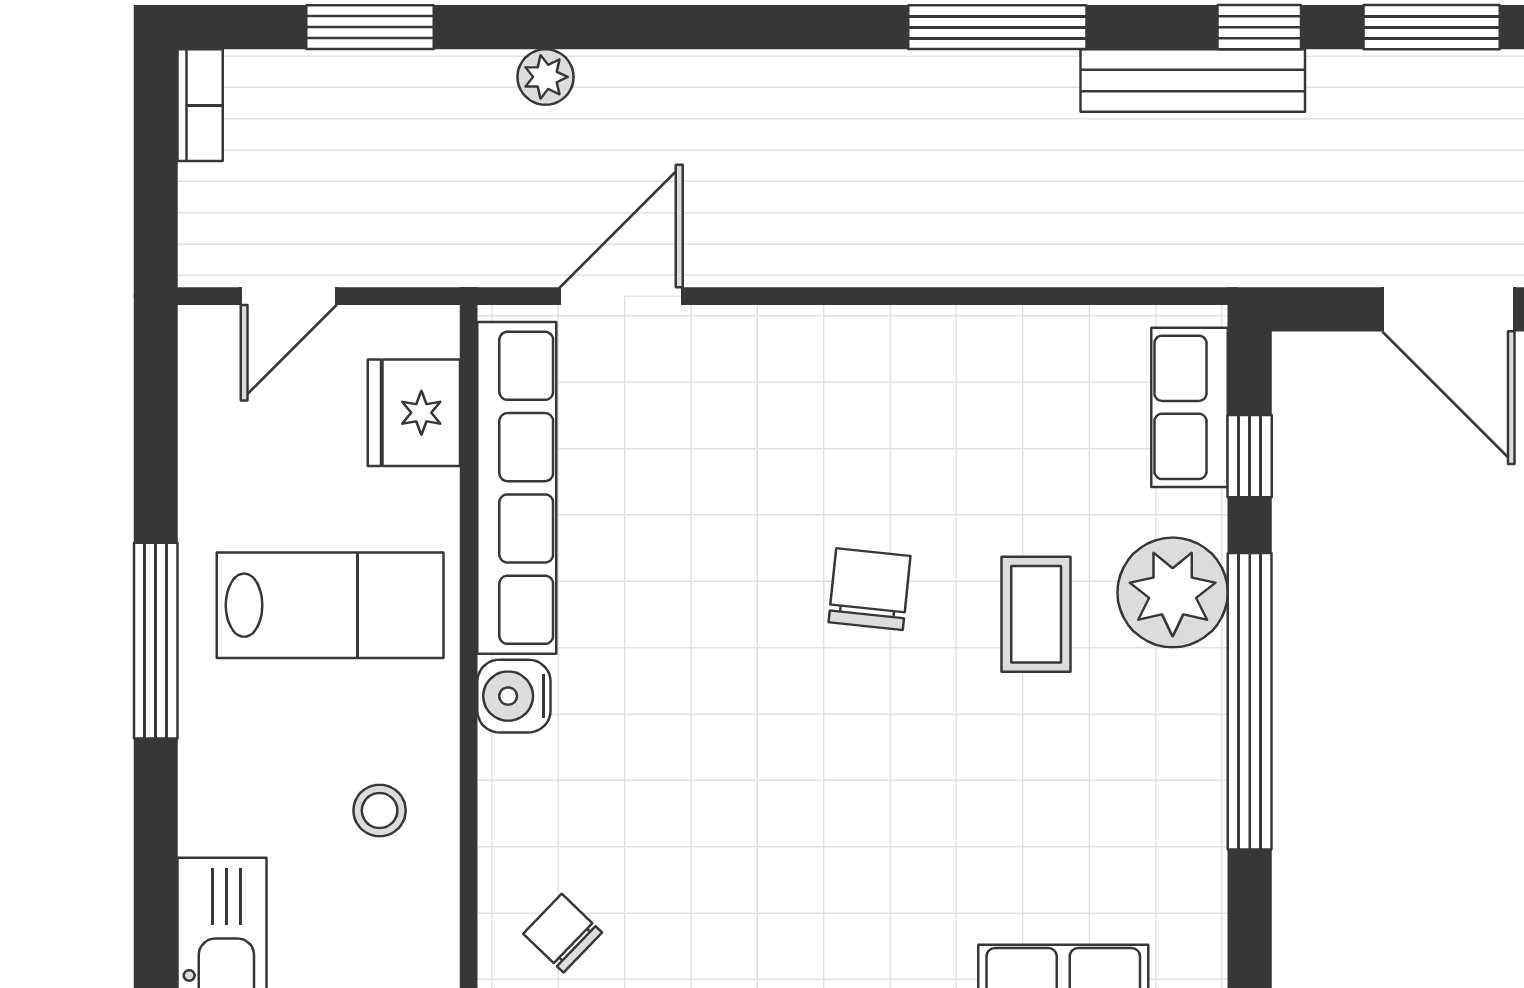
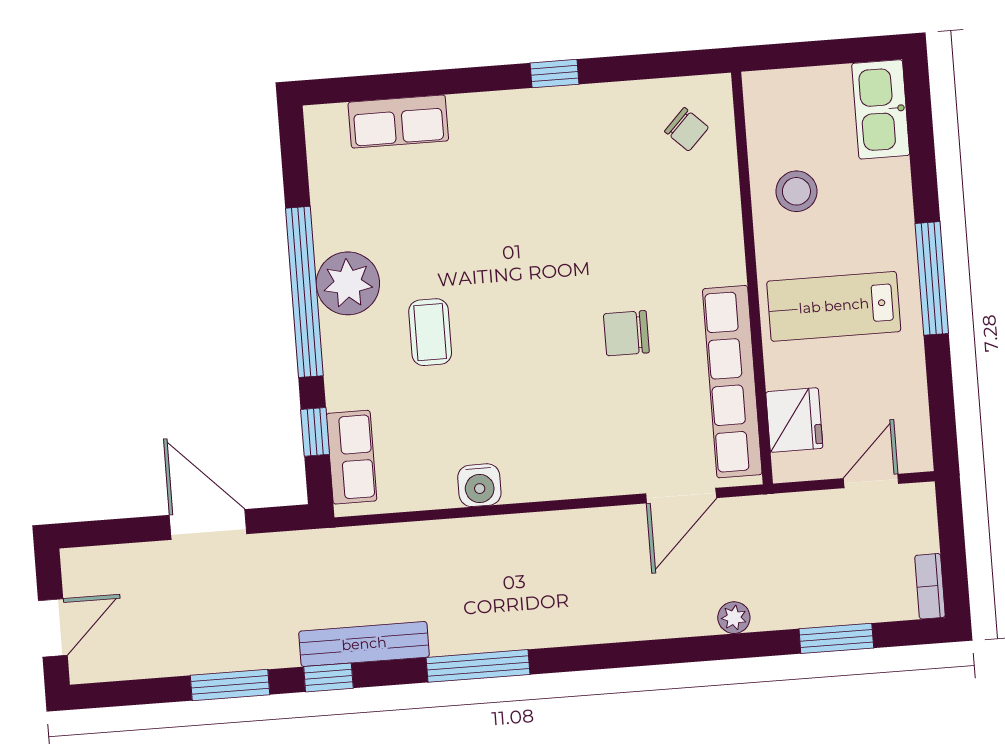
chair: (870, 589) -> (626, 333), moved, turned 84
plant: (1173, 592) -> (348, 283), moved
water cooler: (514, 696) -> (479, 485), moved, turned 90
stool: (380, 810) -> (796, 191), width x1.37, depth x1.37

